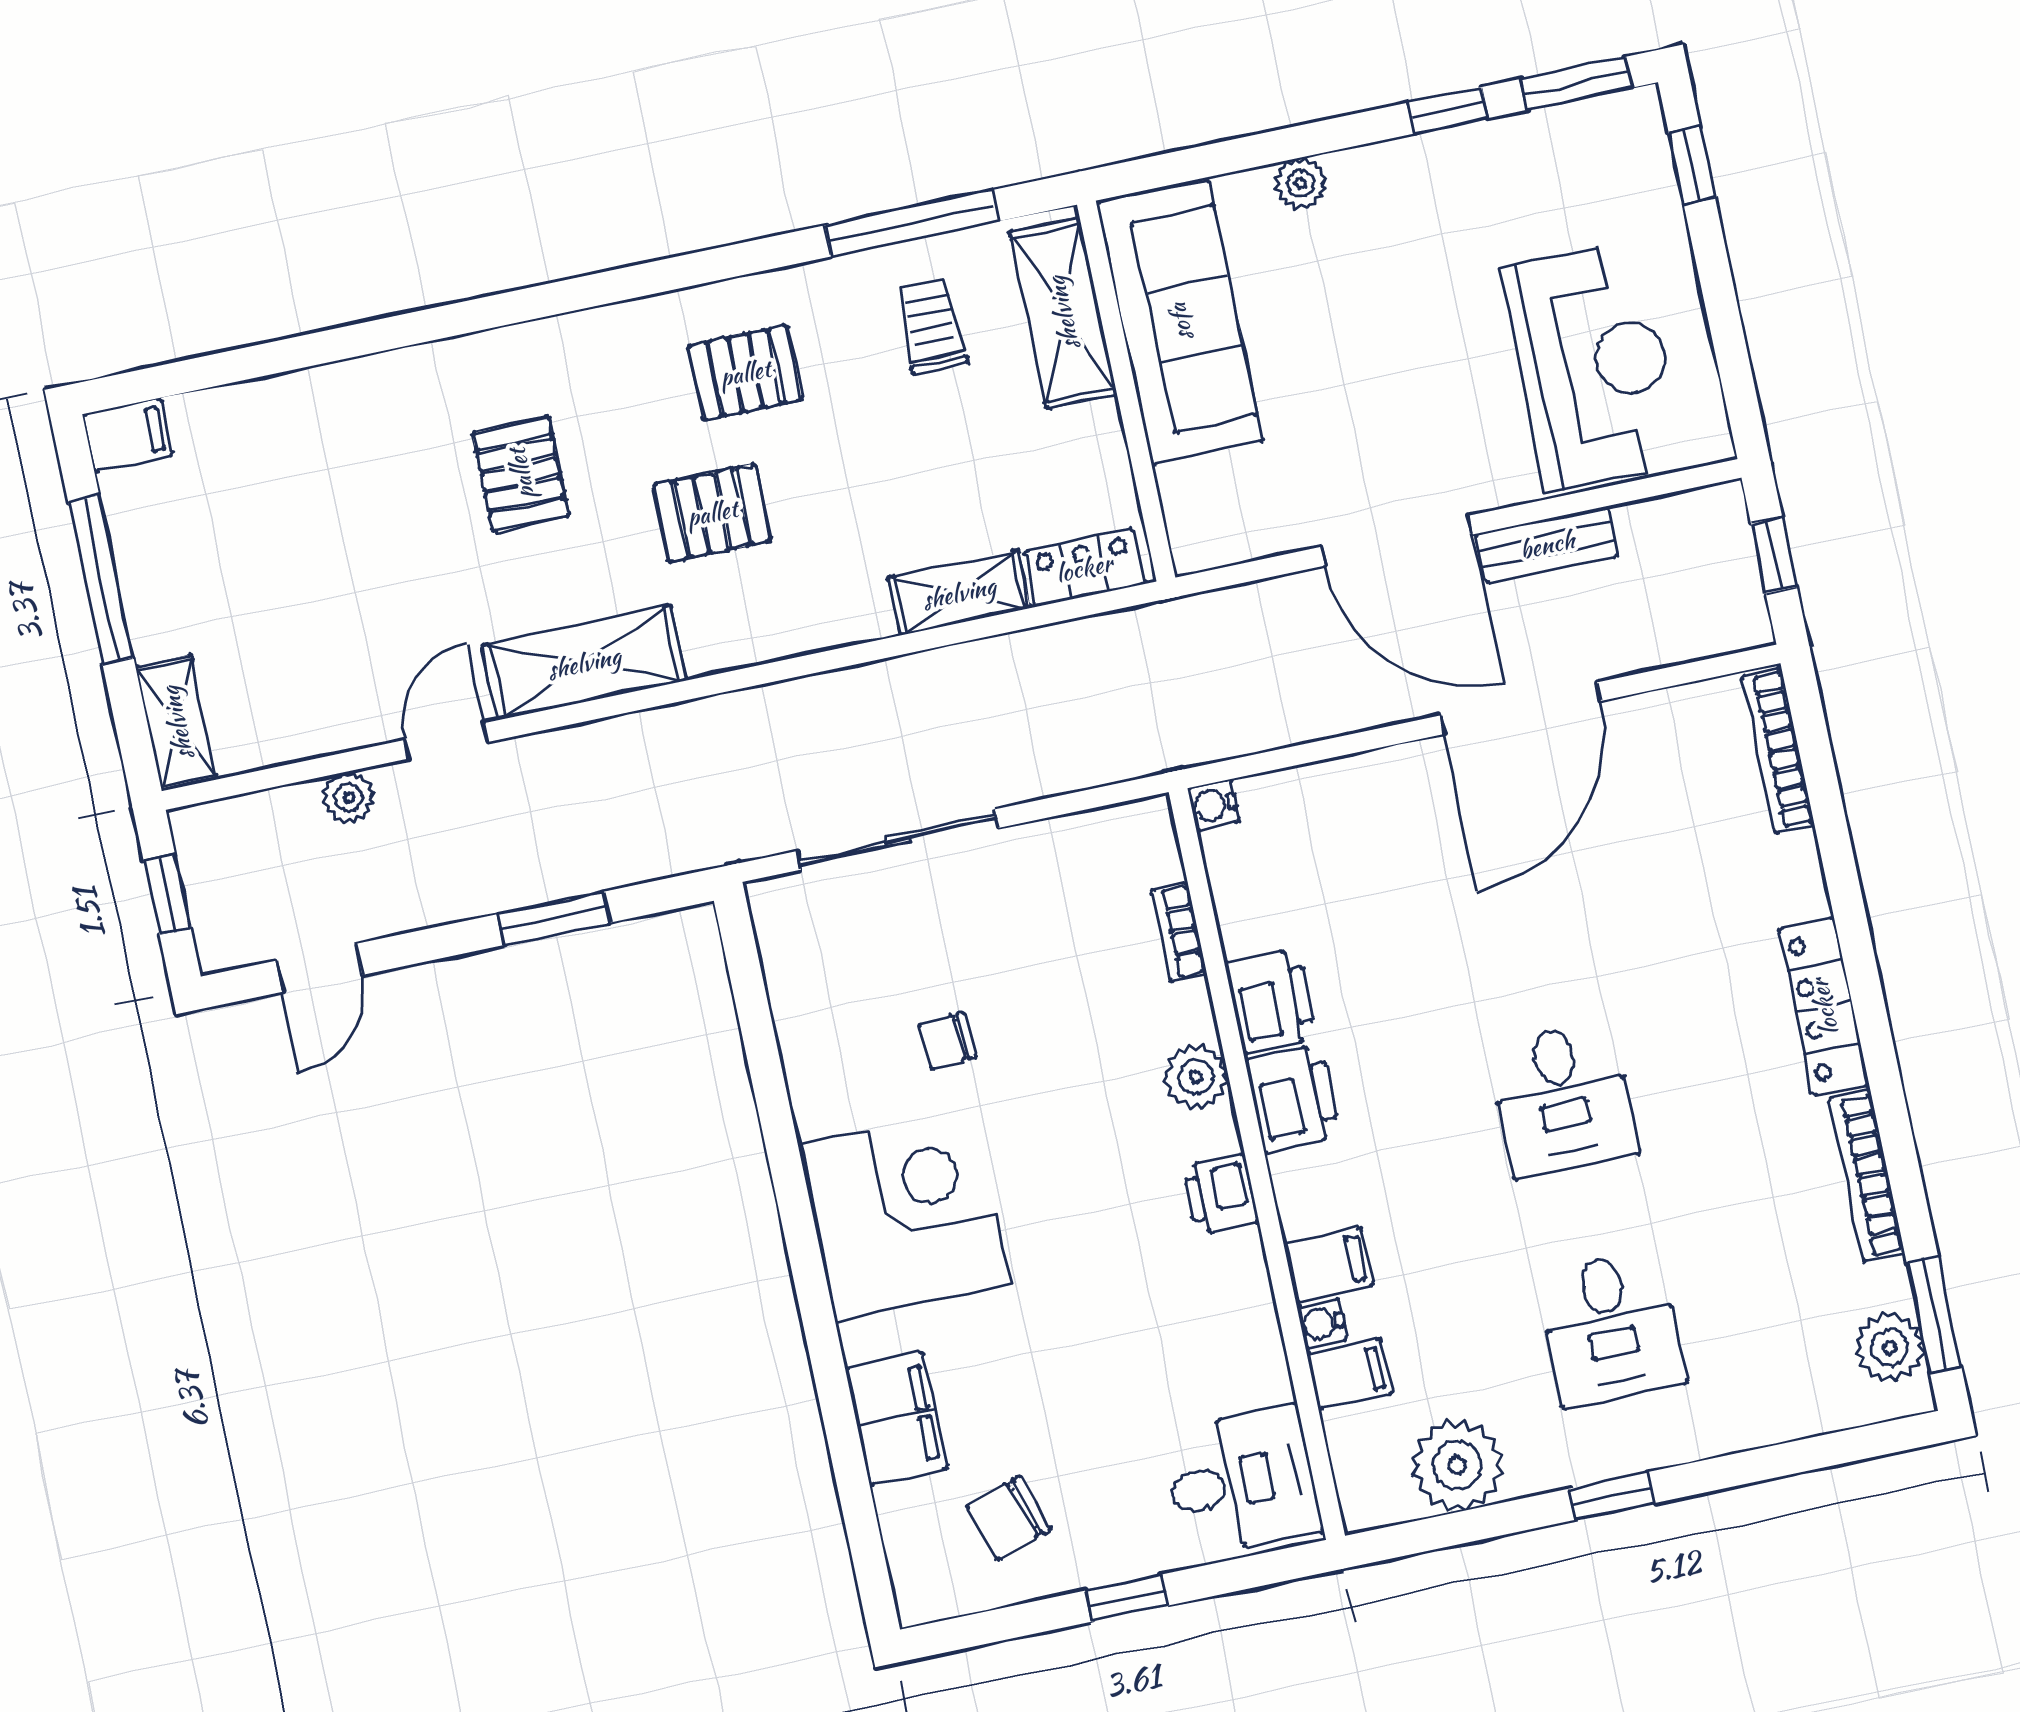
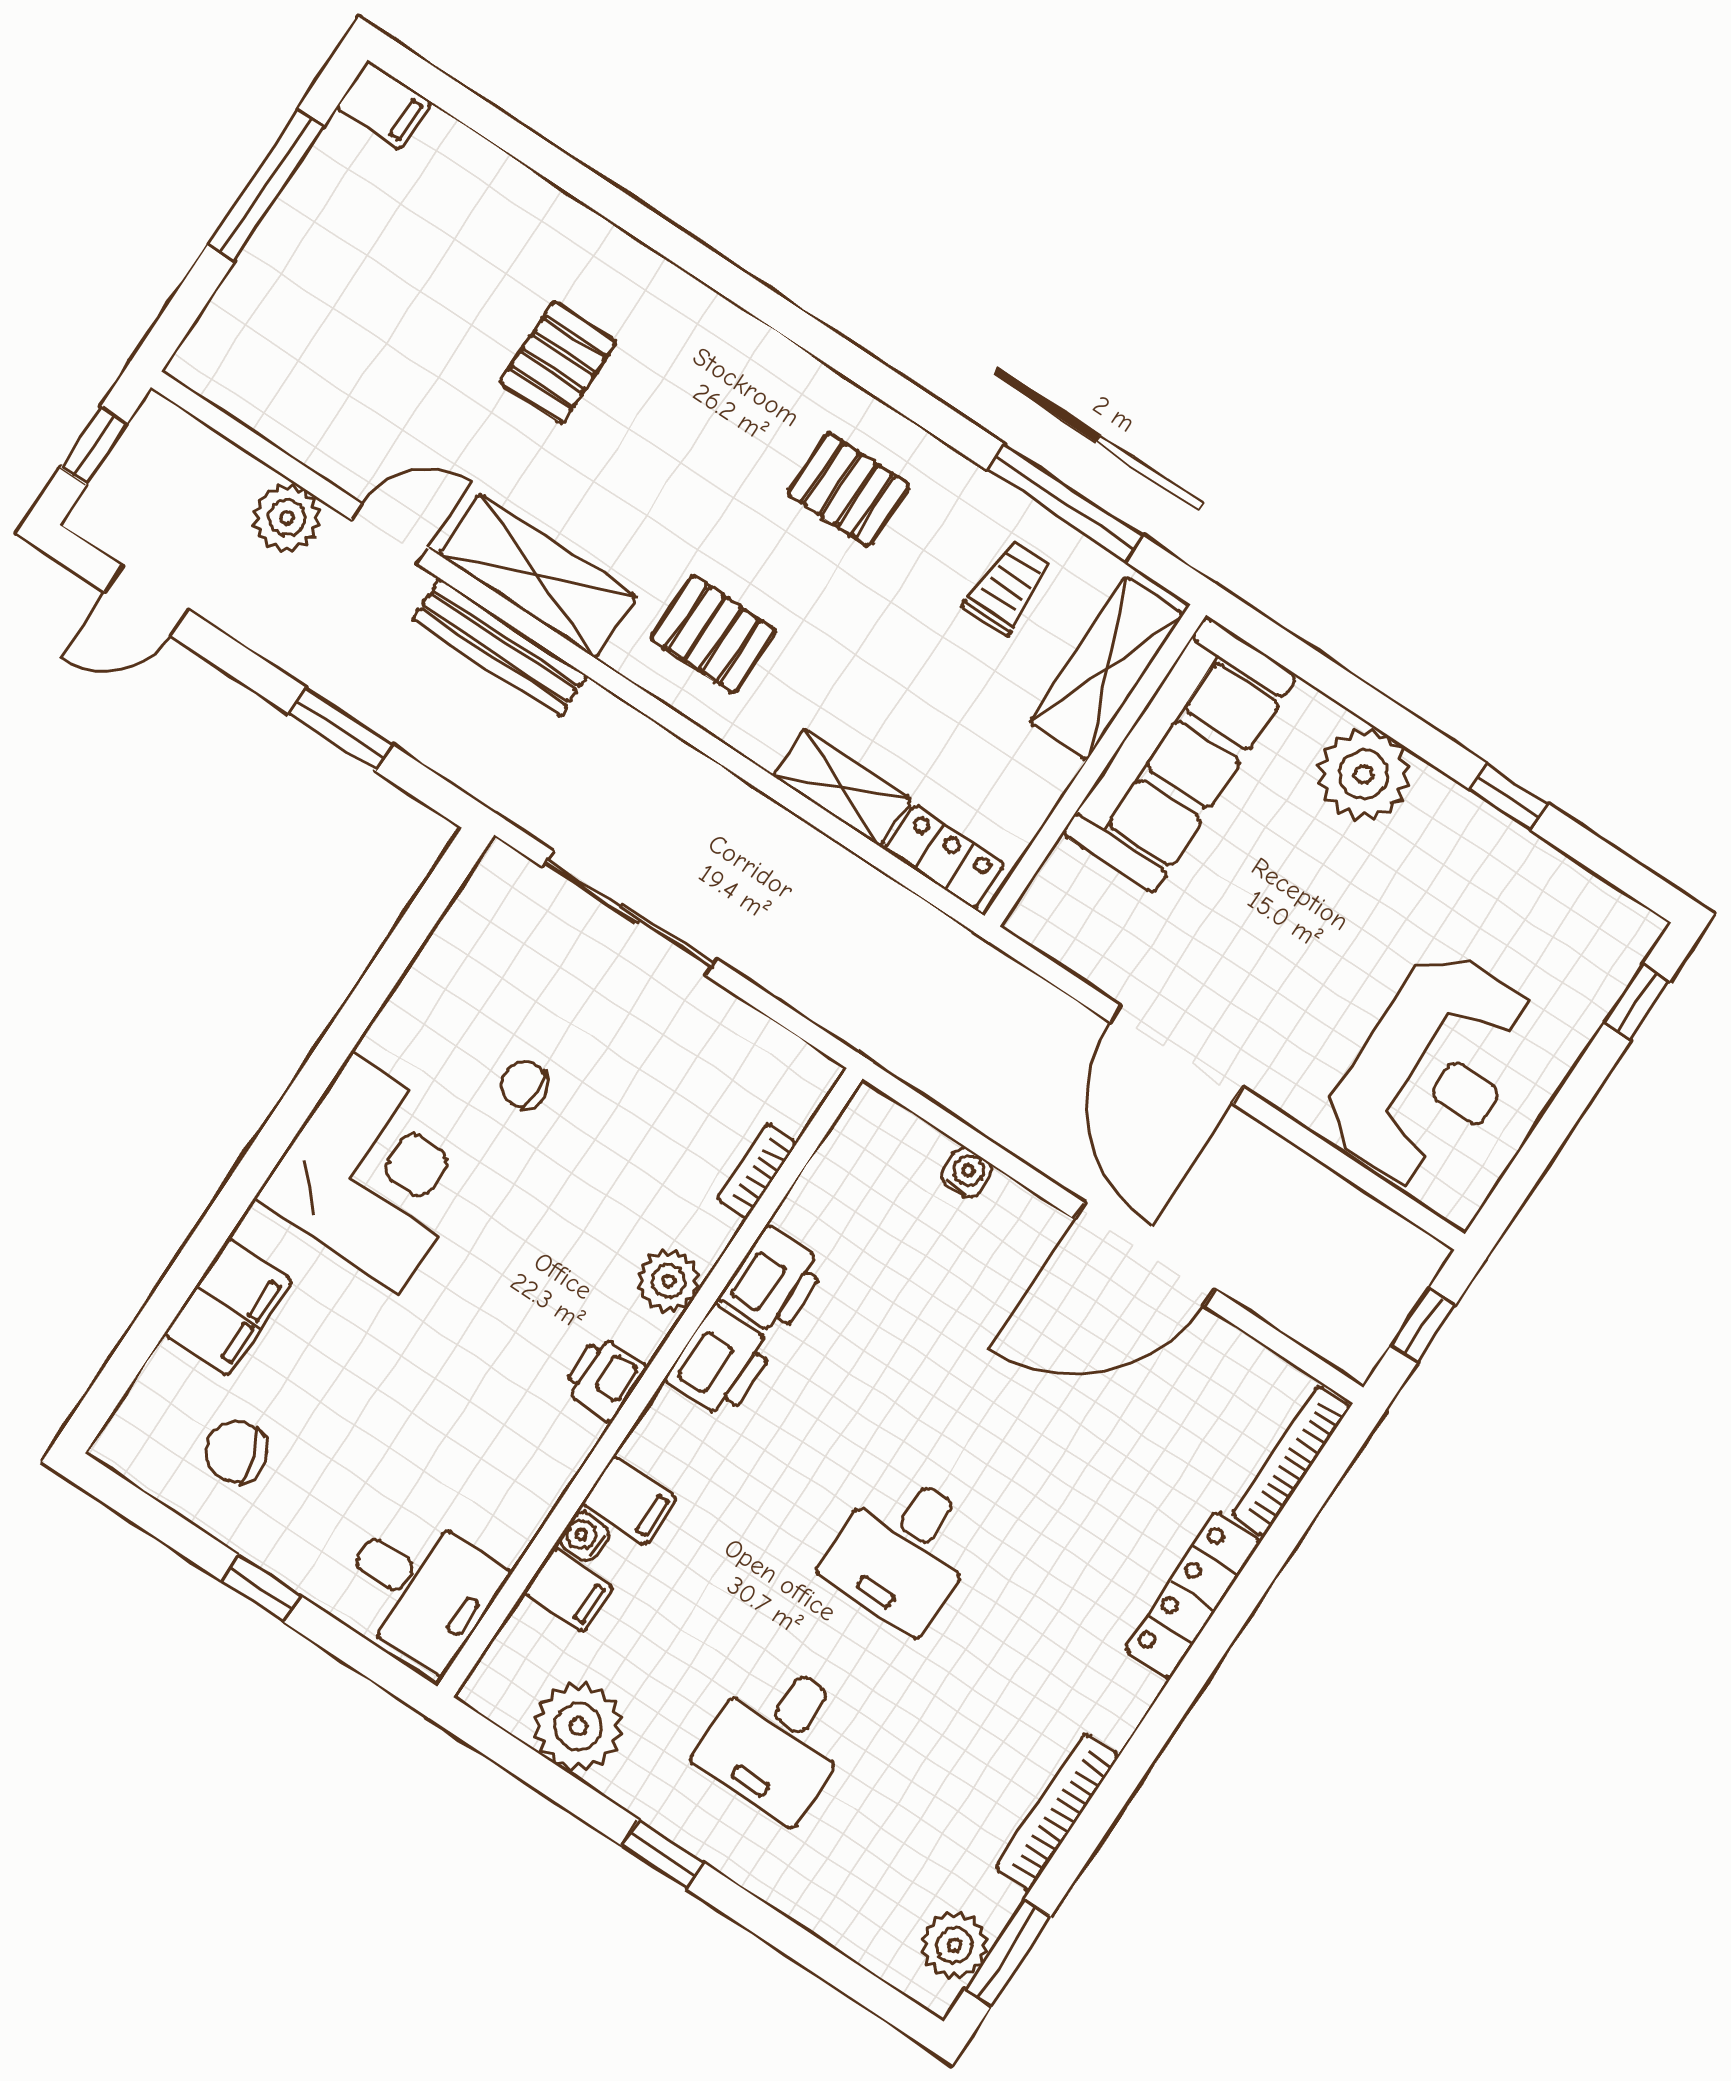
window: (1576, 83) -> (1615, 867), removed
plant: (1301, 184) -> (1364, 774), width x1.88, depth x1.88
pallet: (521, 474) -> (558, 362), moved
pallet: (712, 513) -> (713, 634), moved
bench: (1547, 545) -> (500, 647), moved, width x1.36
shelving: (177, 723) -> (218, 335), removed
plant: (349, 797) -> (287, 518), width x1.38, depth x1.38
water cooler: (1213, 805) -> (967, 1173), moved, turned 90
locker: (1824, 1007) -> (1193, 1595), moved

